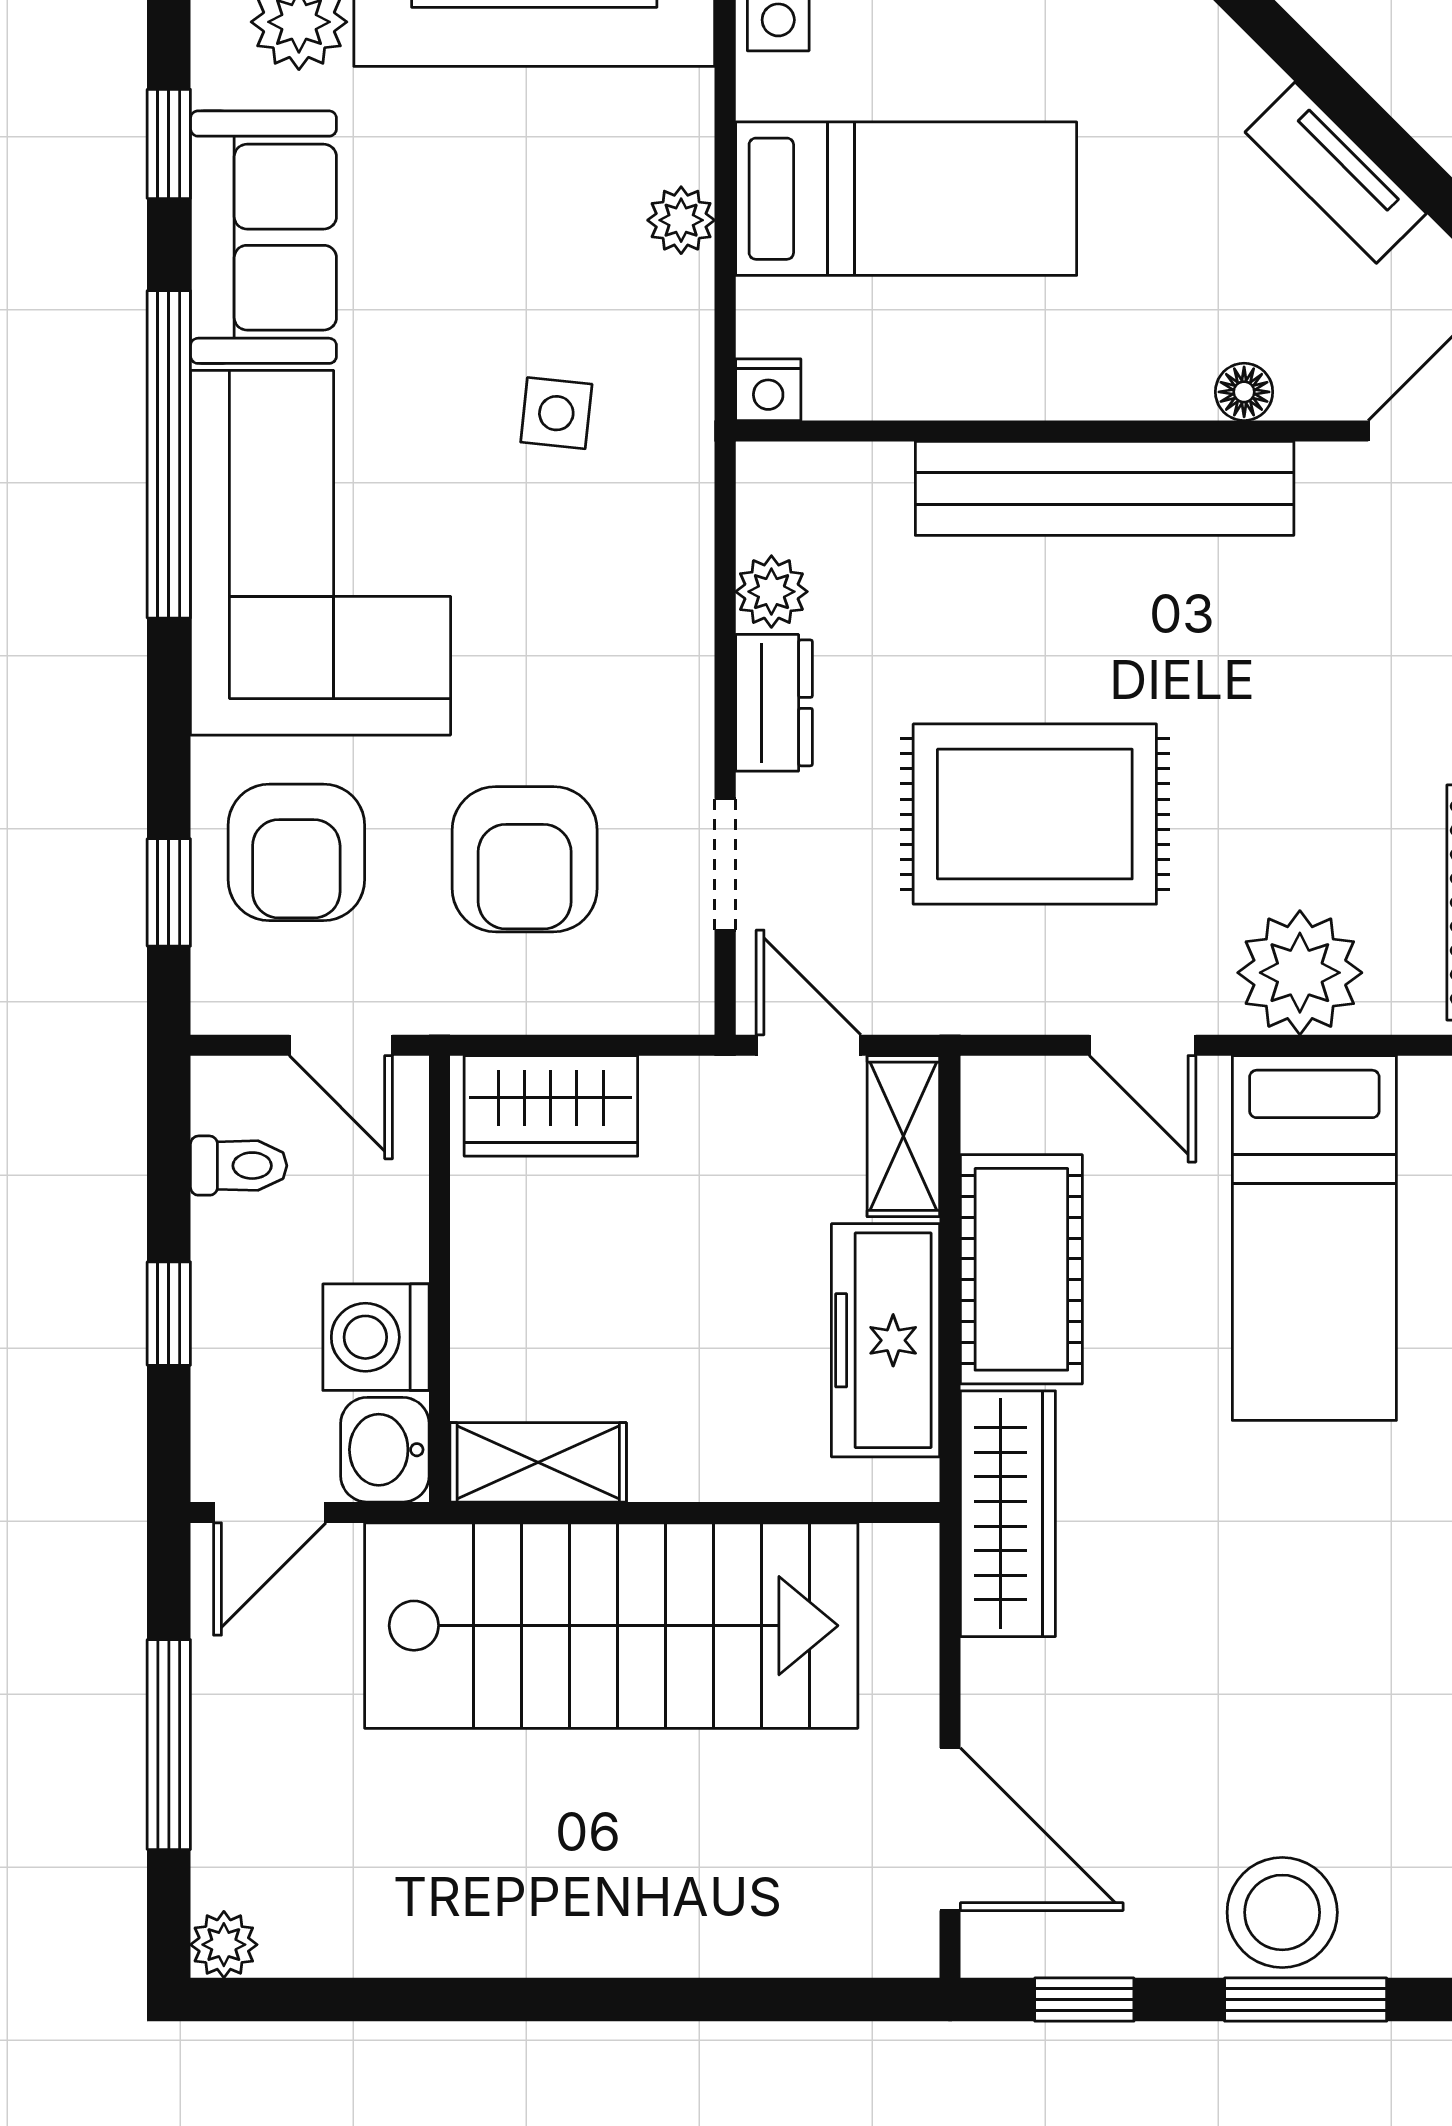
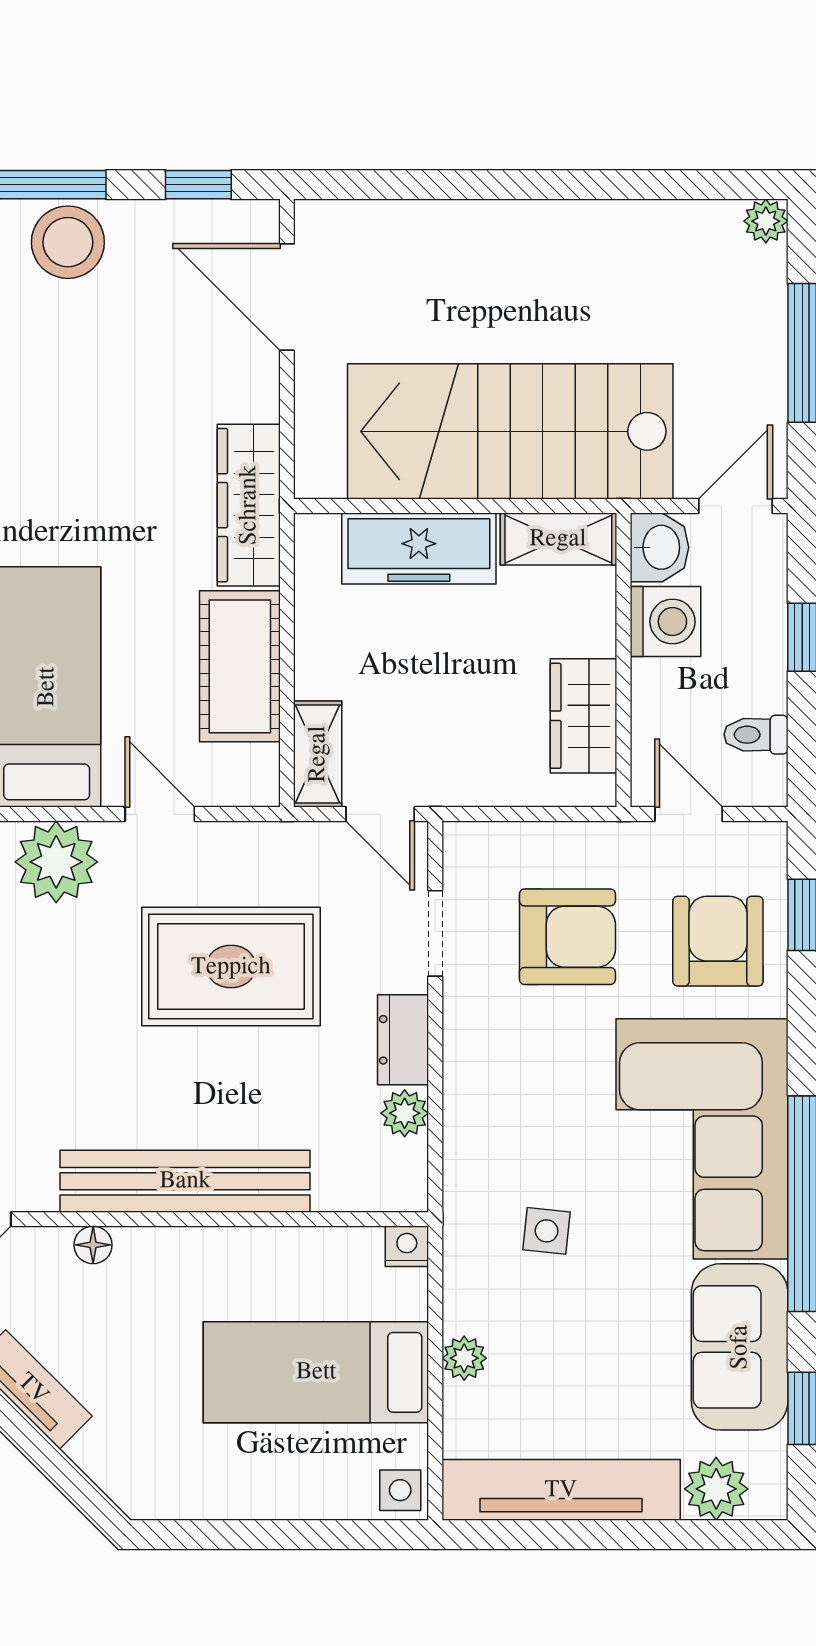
armchair: (525, 859) -> (567, 937), turned 90
wardrobe: (551, 1106) -> (583, 716), moved, turned -90
freezer: (886, 1340) -> (419, 549), moved, turned 90

